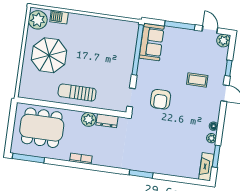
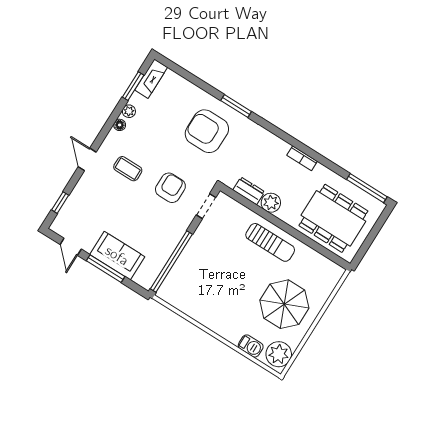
plant: (223, 41) -> (60, 226), removed
sofa: (152, 42) -> (117, 256), moved, turned 90
window: (229, 68) -> (60, 203), moved
coffee table: (197, 80) -> (128, 169), moved
armchair: (153, 148) -> (207, 131), added

